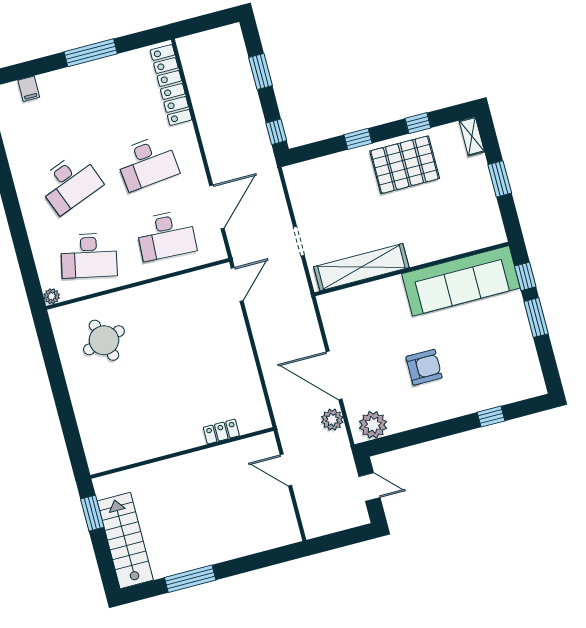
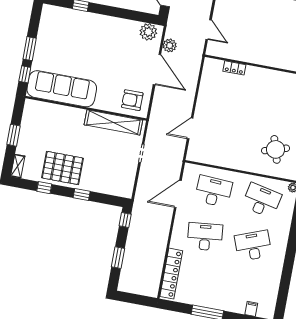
door: (237, 284) -> (190, 128), moved
armchair: (424, 367) -> (132, 100), moved

